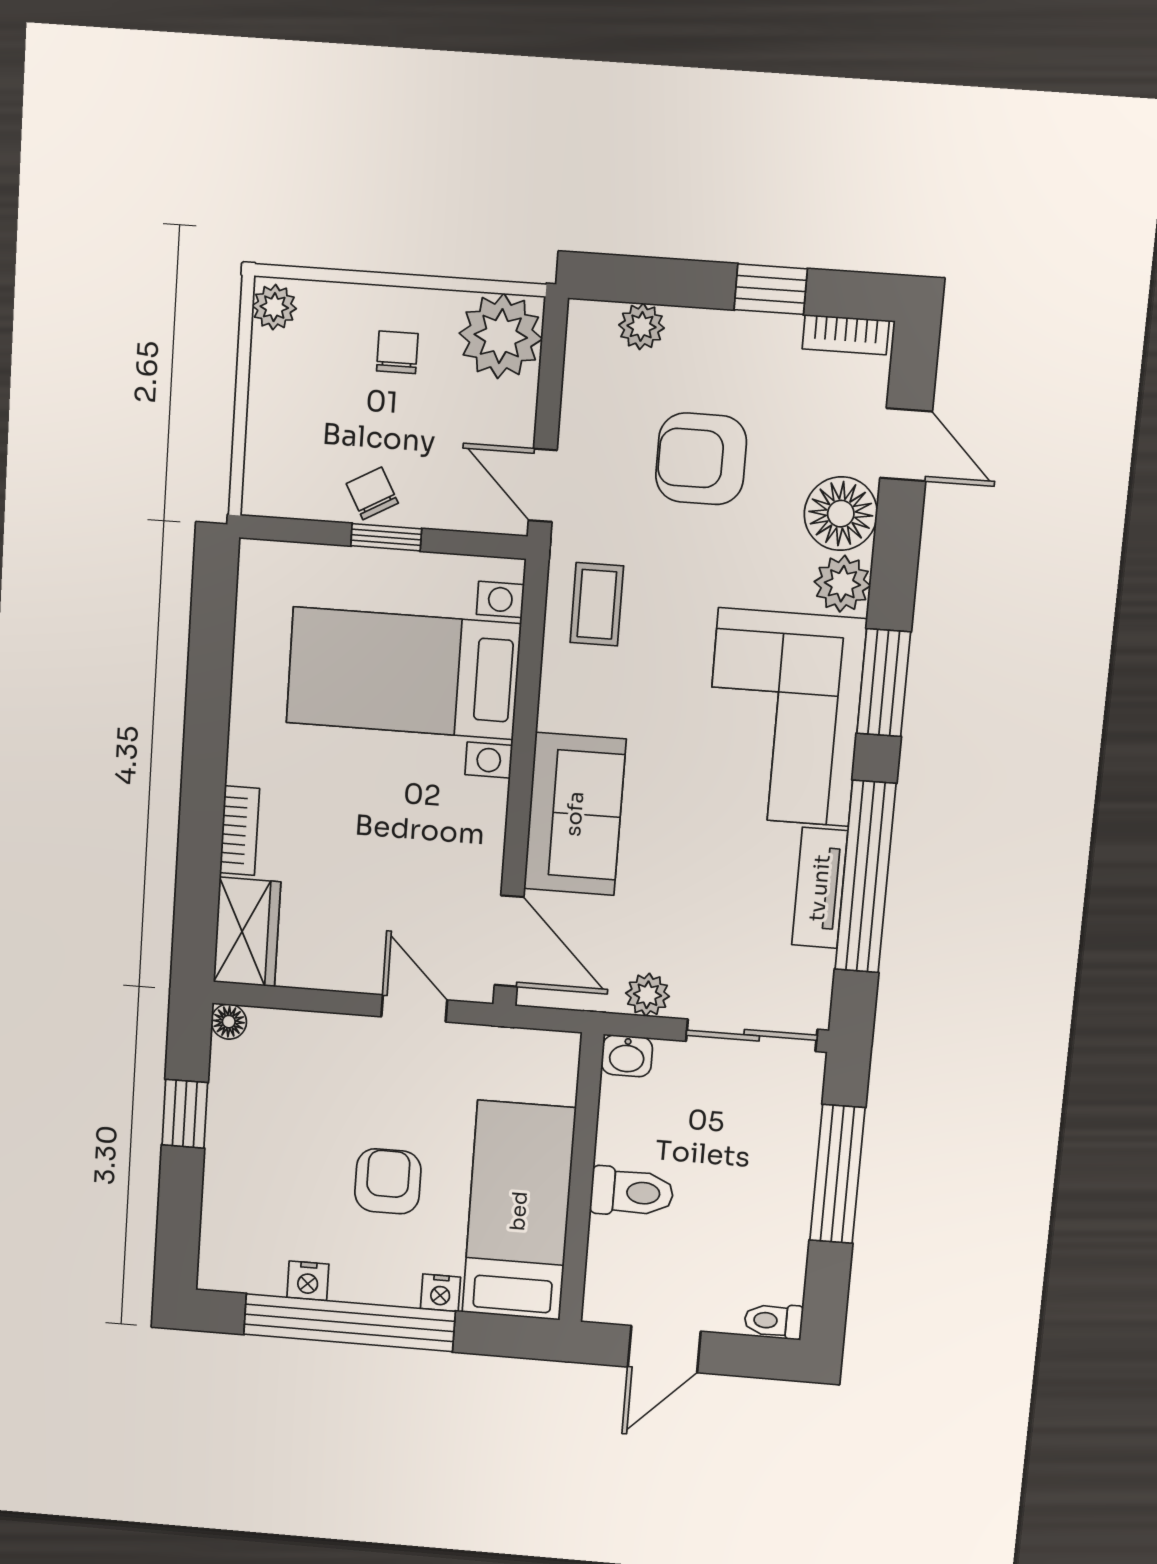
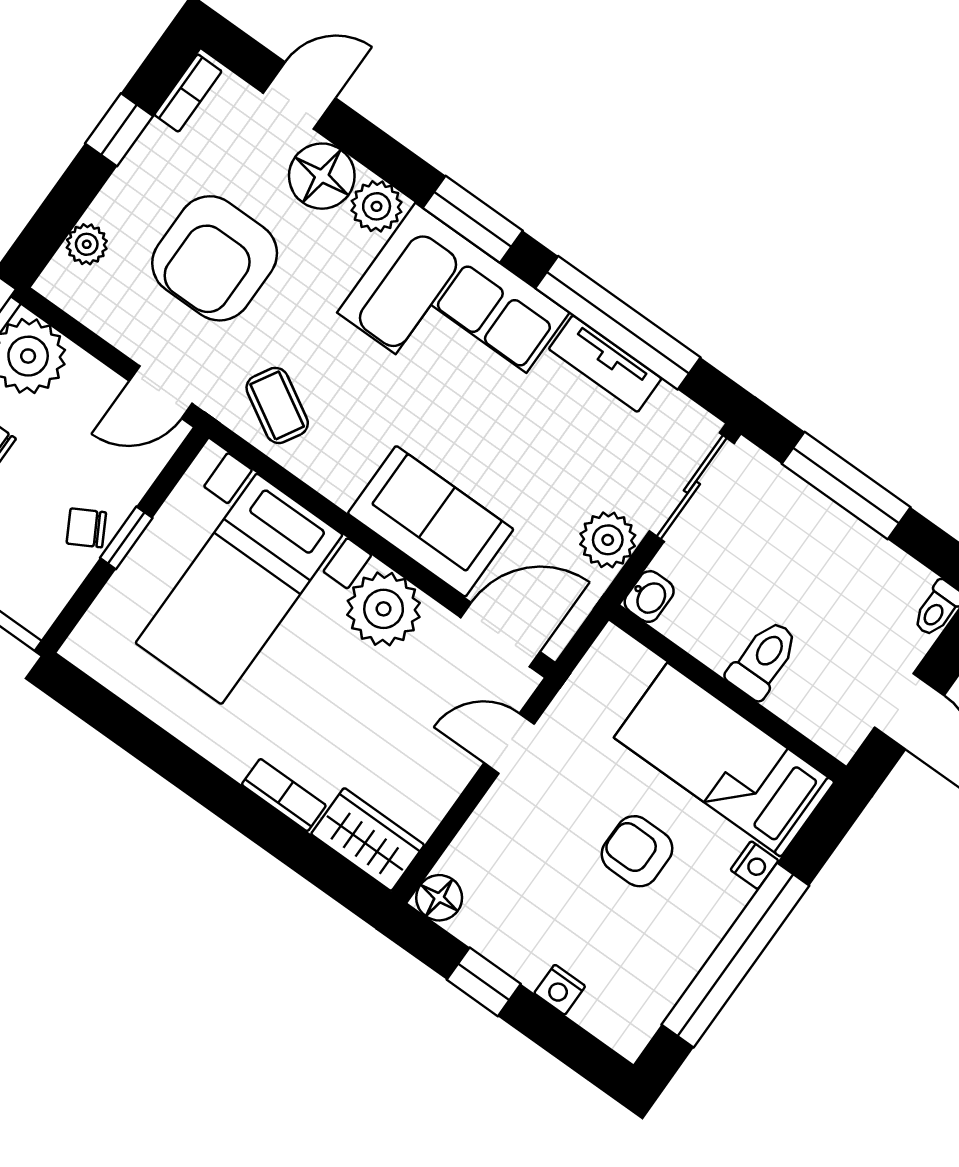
armchair: (701, 459) -> (215, 258), width x1.36, depth x1.36
coffee table: (597, 604) -> (277, 405), turned 30
plant: (467, 819) -> (384, 609), added
plant: (647, 995) -> (608, 540), width x1.38, depth x1.38
floor lamp: (229, 1022) -> (439, 898), width x1.37, depth x1.37
nightstand: (308, 1281) -> (560, 990), moved, turned 90

